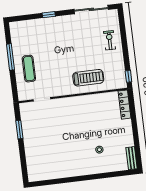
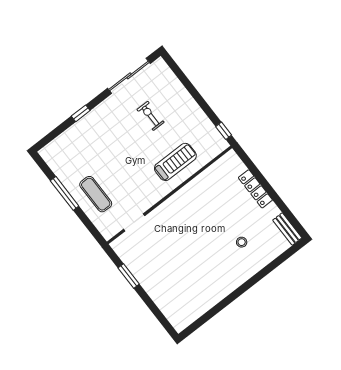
exercise bike: (110, 40) -> (151, 116), moved
locker: (125, 105) -> (255, 189), moved

